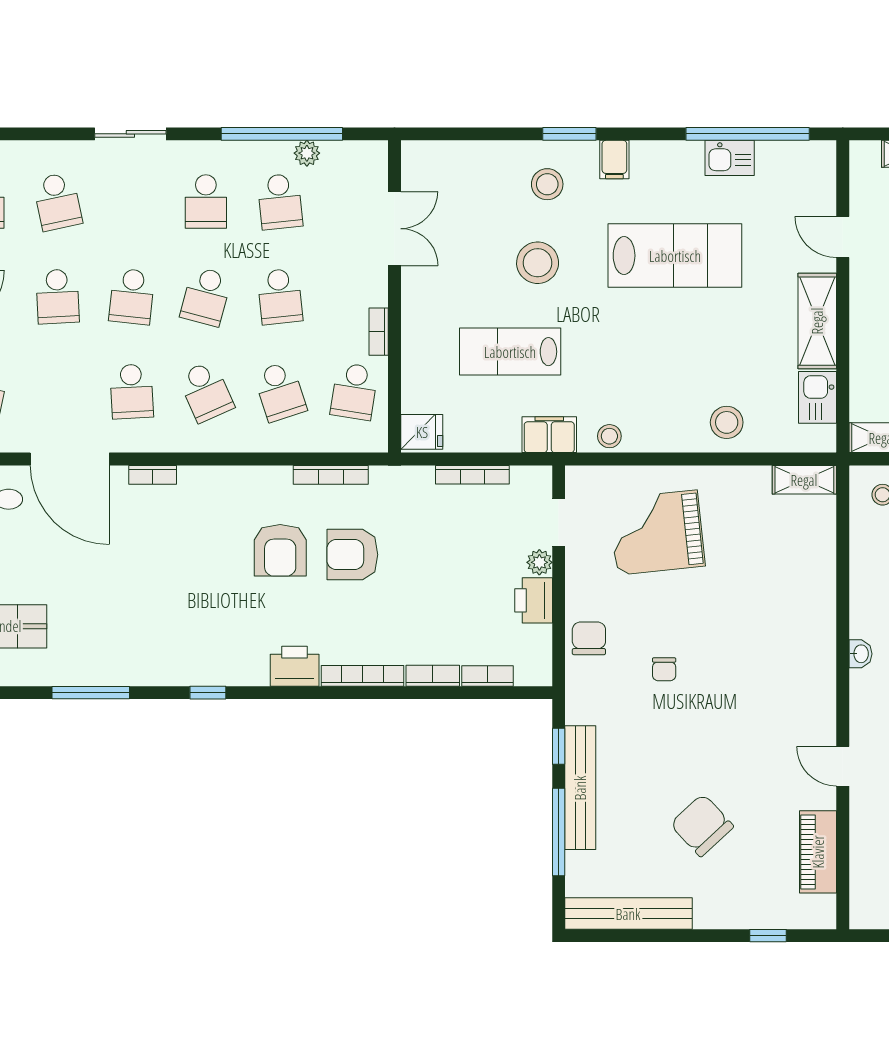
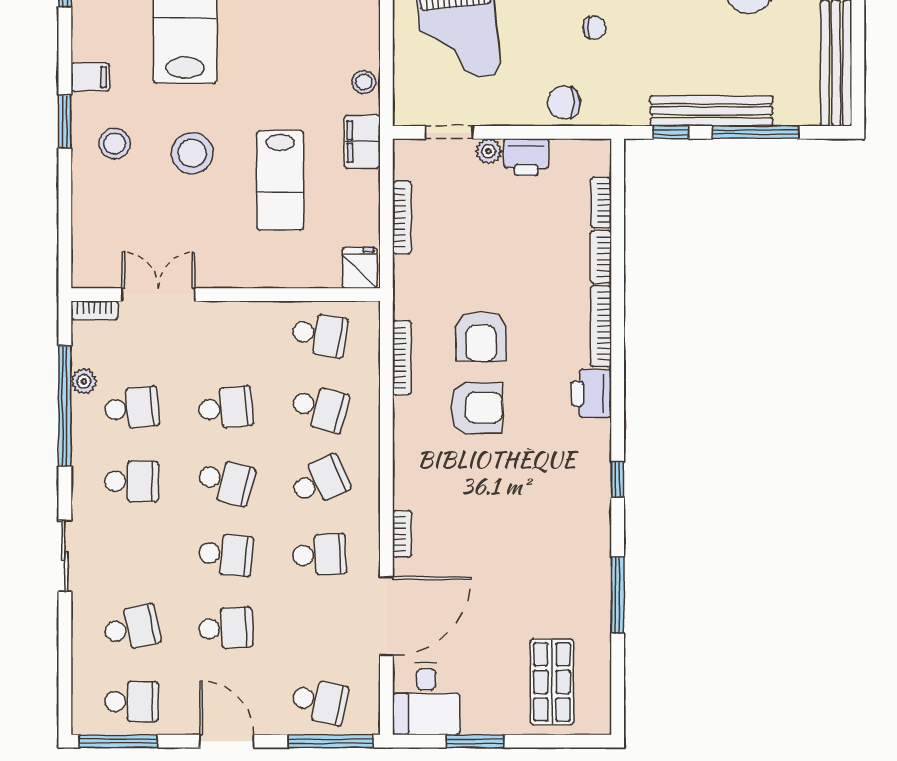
bookcase: (379, 332) -> (94, 310), moved
school desk: (280, 391) -> (320, 408), turned 33

